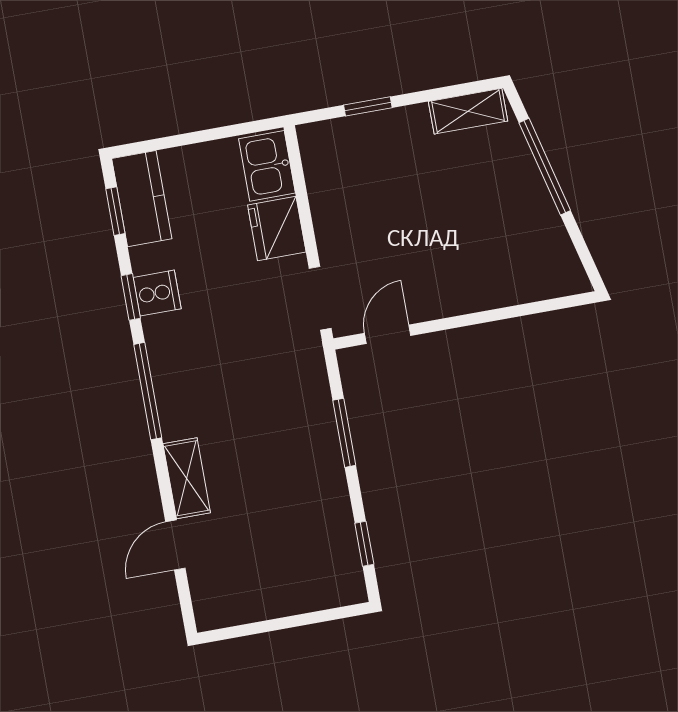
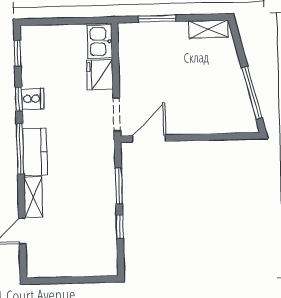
window: (368, 106) -> (157, 19), width x1.50
window: (545, 167) -> (252, 93), moved
kitchen counter: (142, 199) -> (35, 152), moved
door: (388, 334) -> (149, 138), width x1.38
window: (364, 544) -> (120, 226), moved

